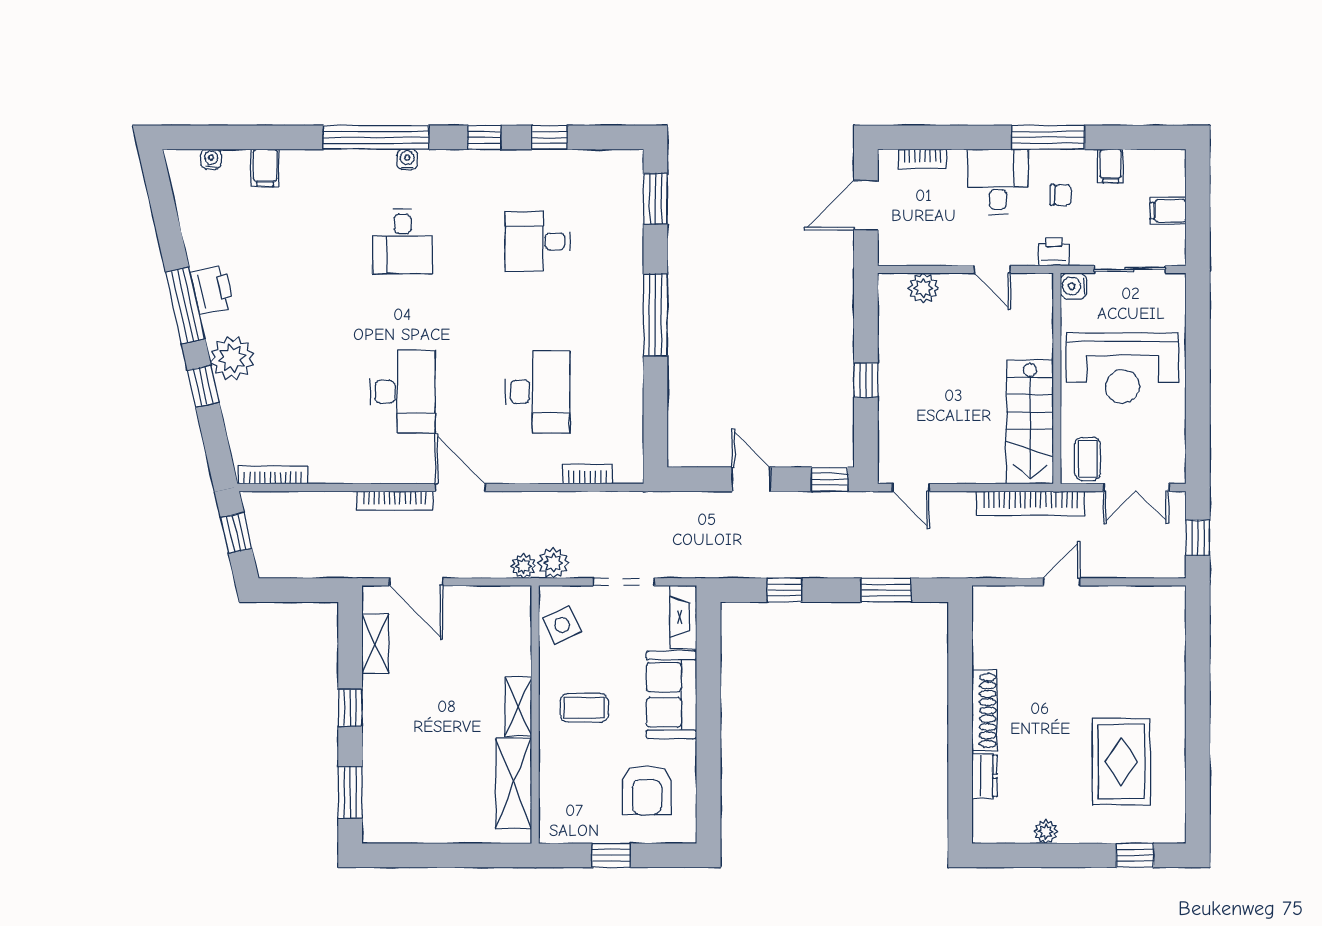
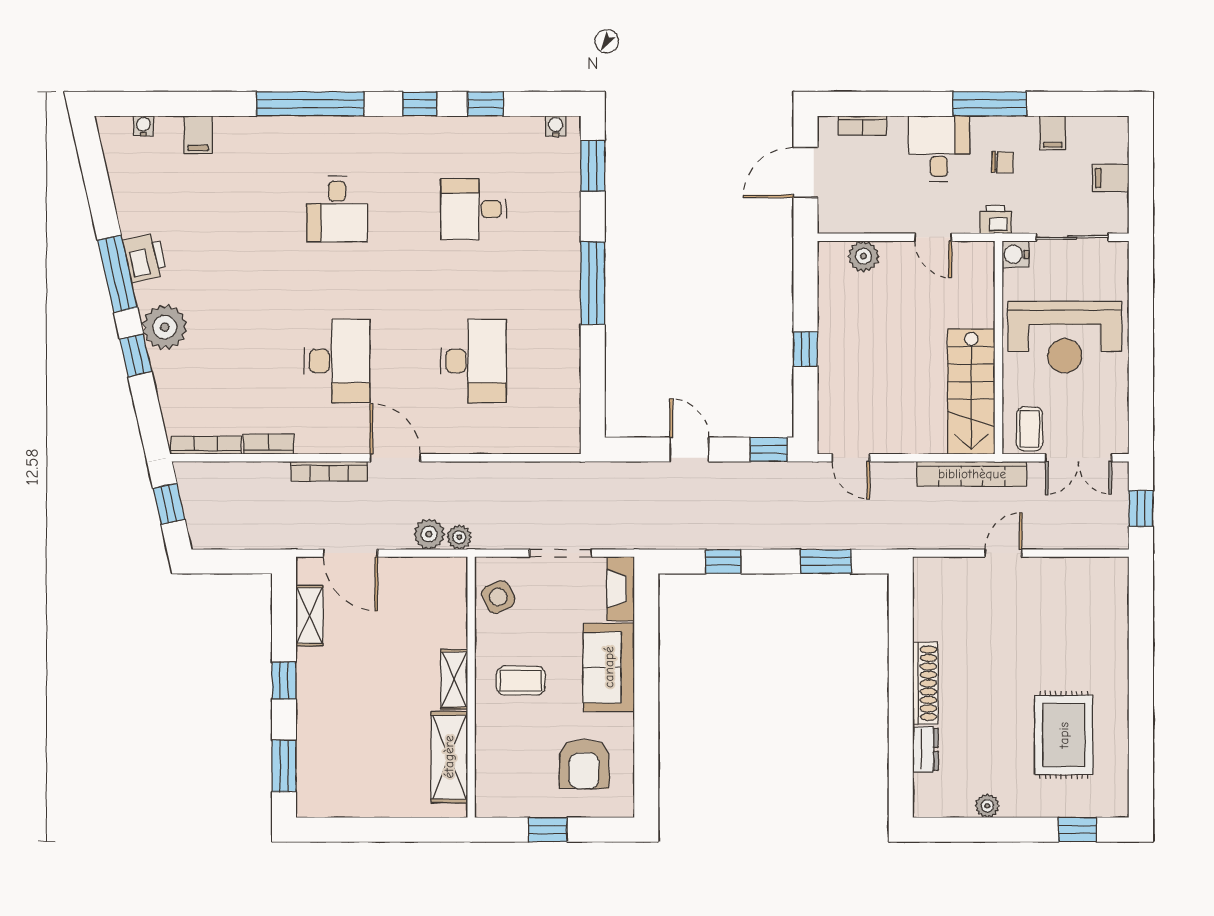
water cooler: (407, 159) -> (556, 126), moved
bookcase: (587, 474) -> (268, 444), moved
plant: (553, 563) -> (429, 534), moved

